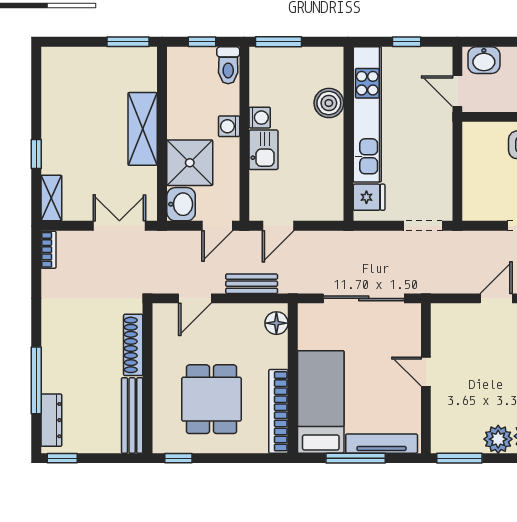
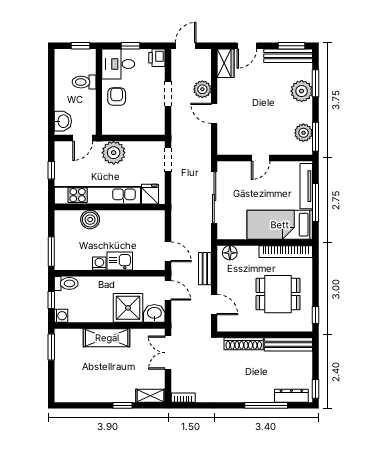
washing machine: (229, 126) -> (61, 316), moved, turned -90
plant: (434, 140) -> (114, 153), added
plant: (498, 439) -> (303, 133), moved

